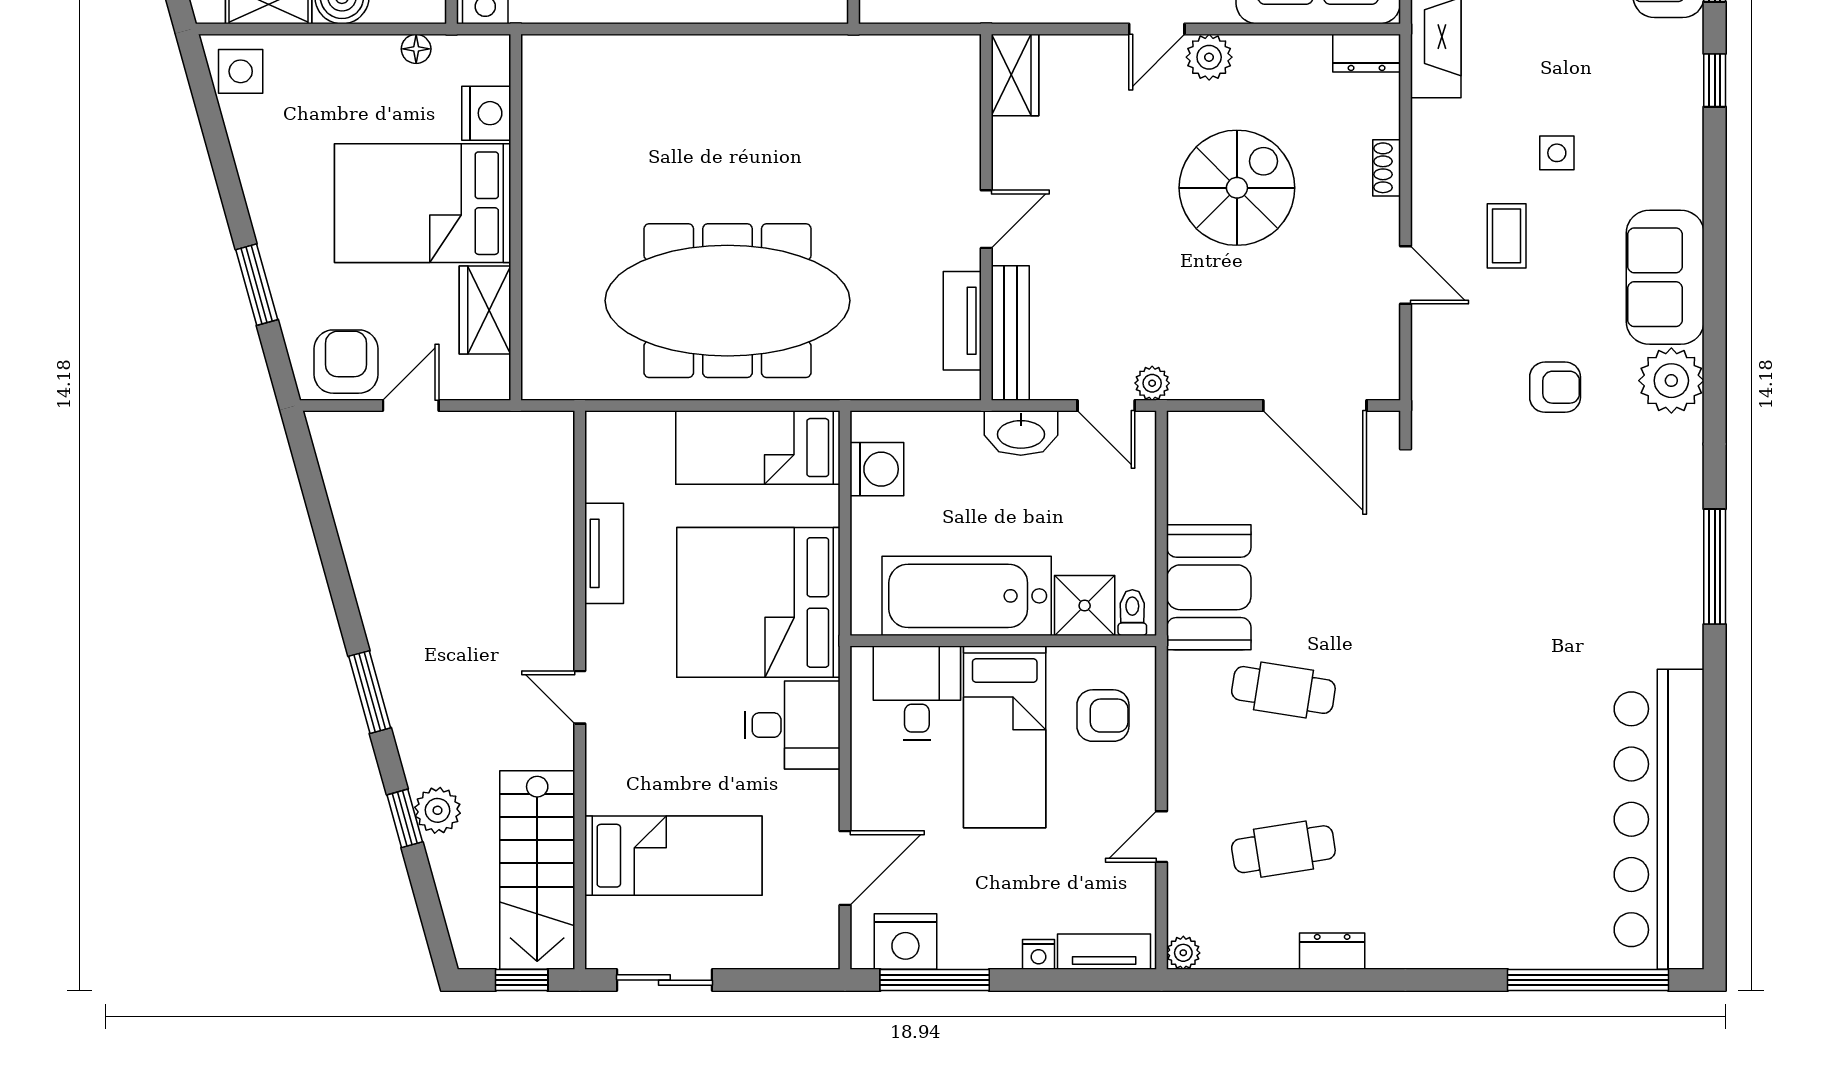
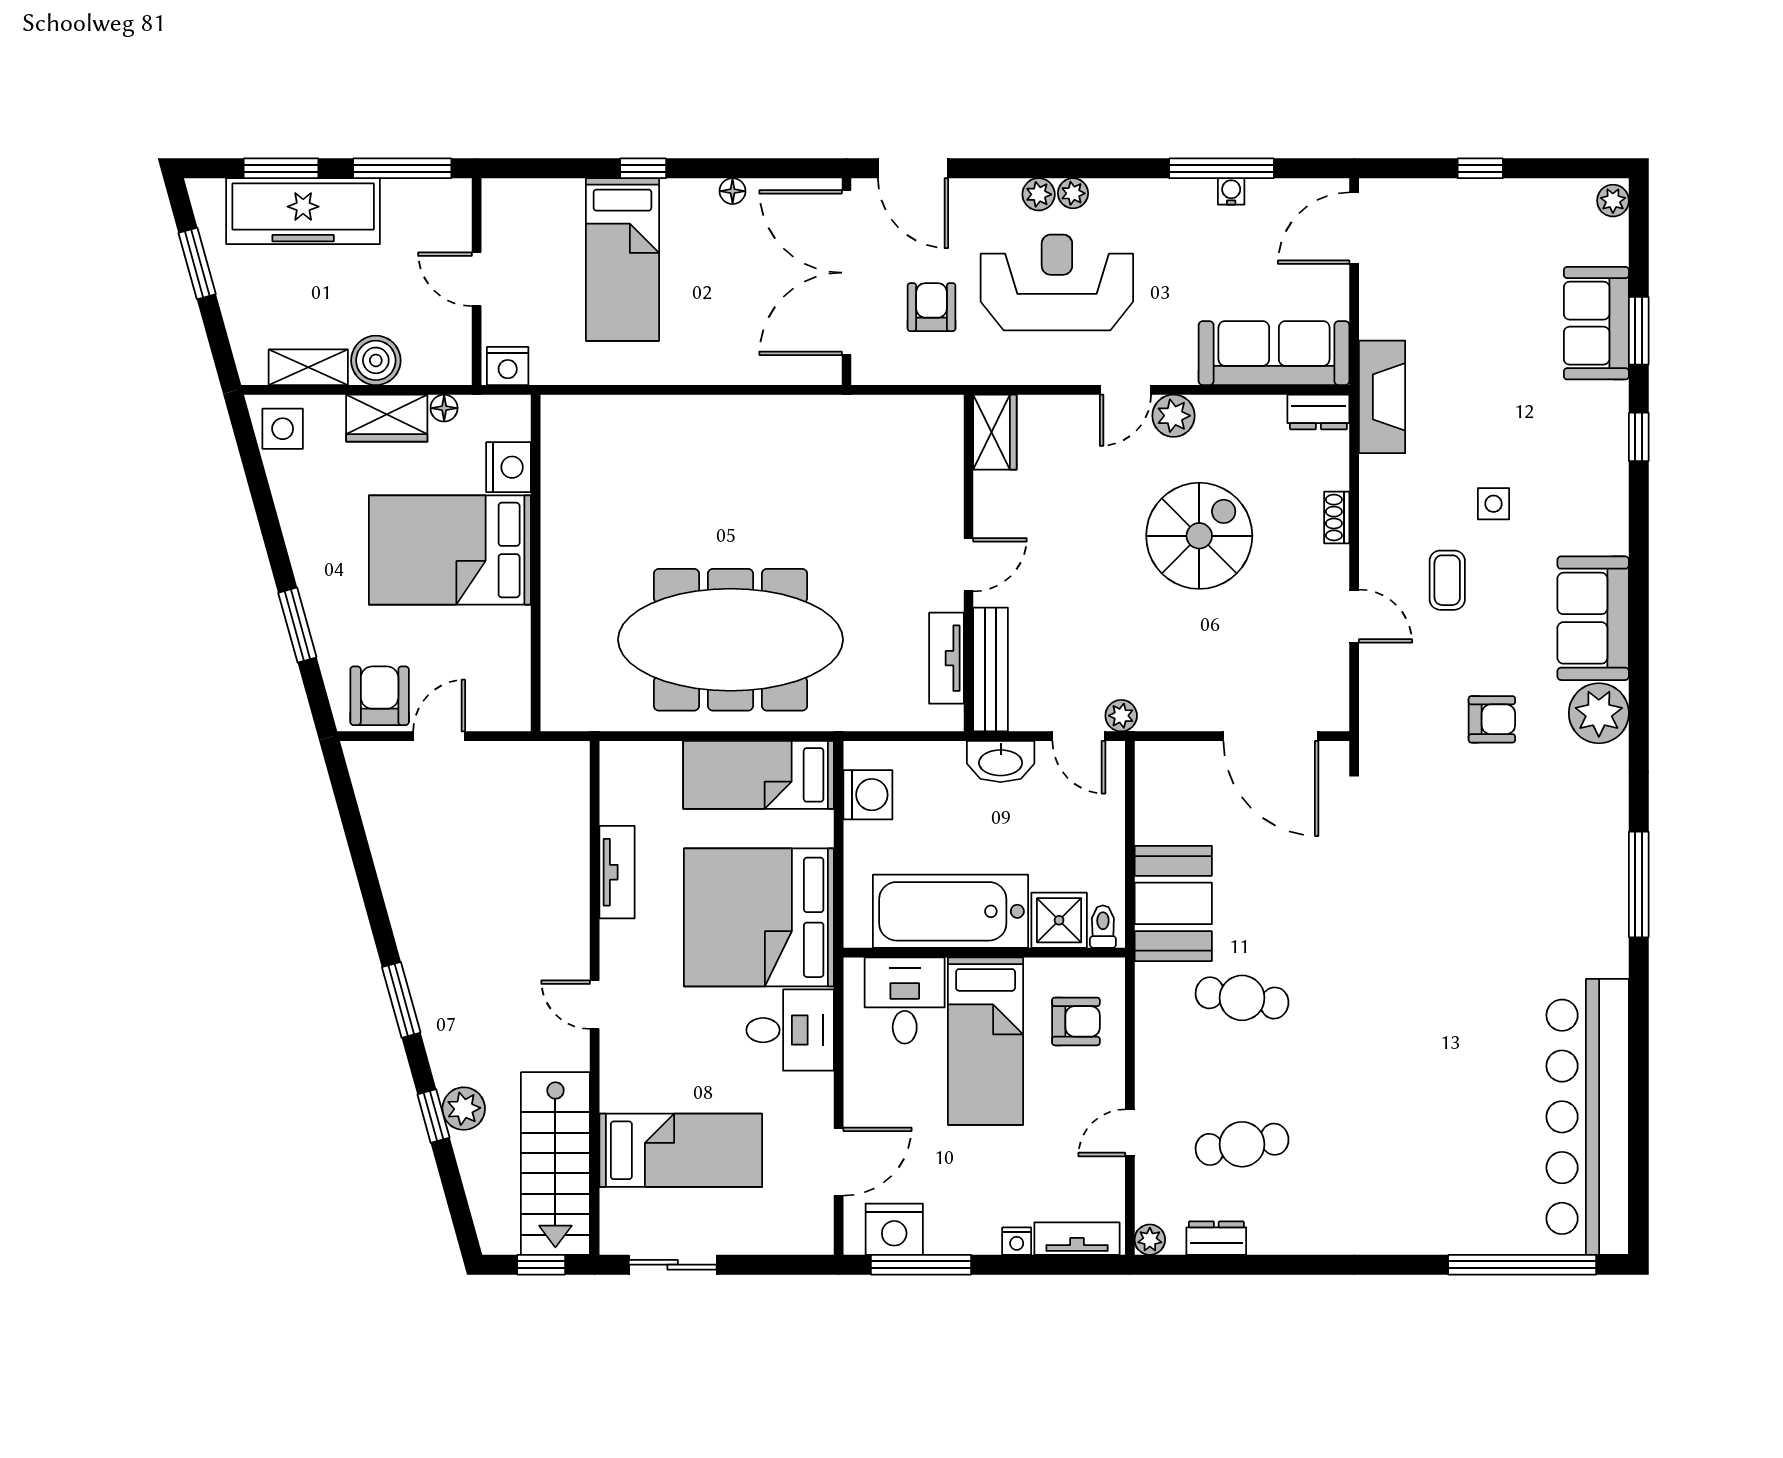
wardrobe: (485, 310) -> (387, 418), moved, turned -90
dresser: (1332, 951) -> (1216, 1238), moved

